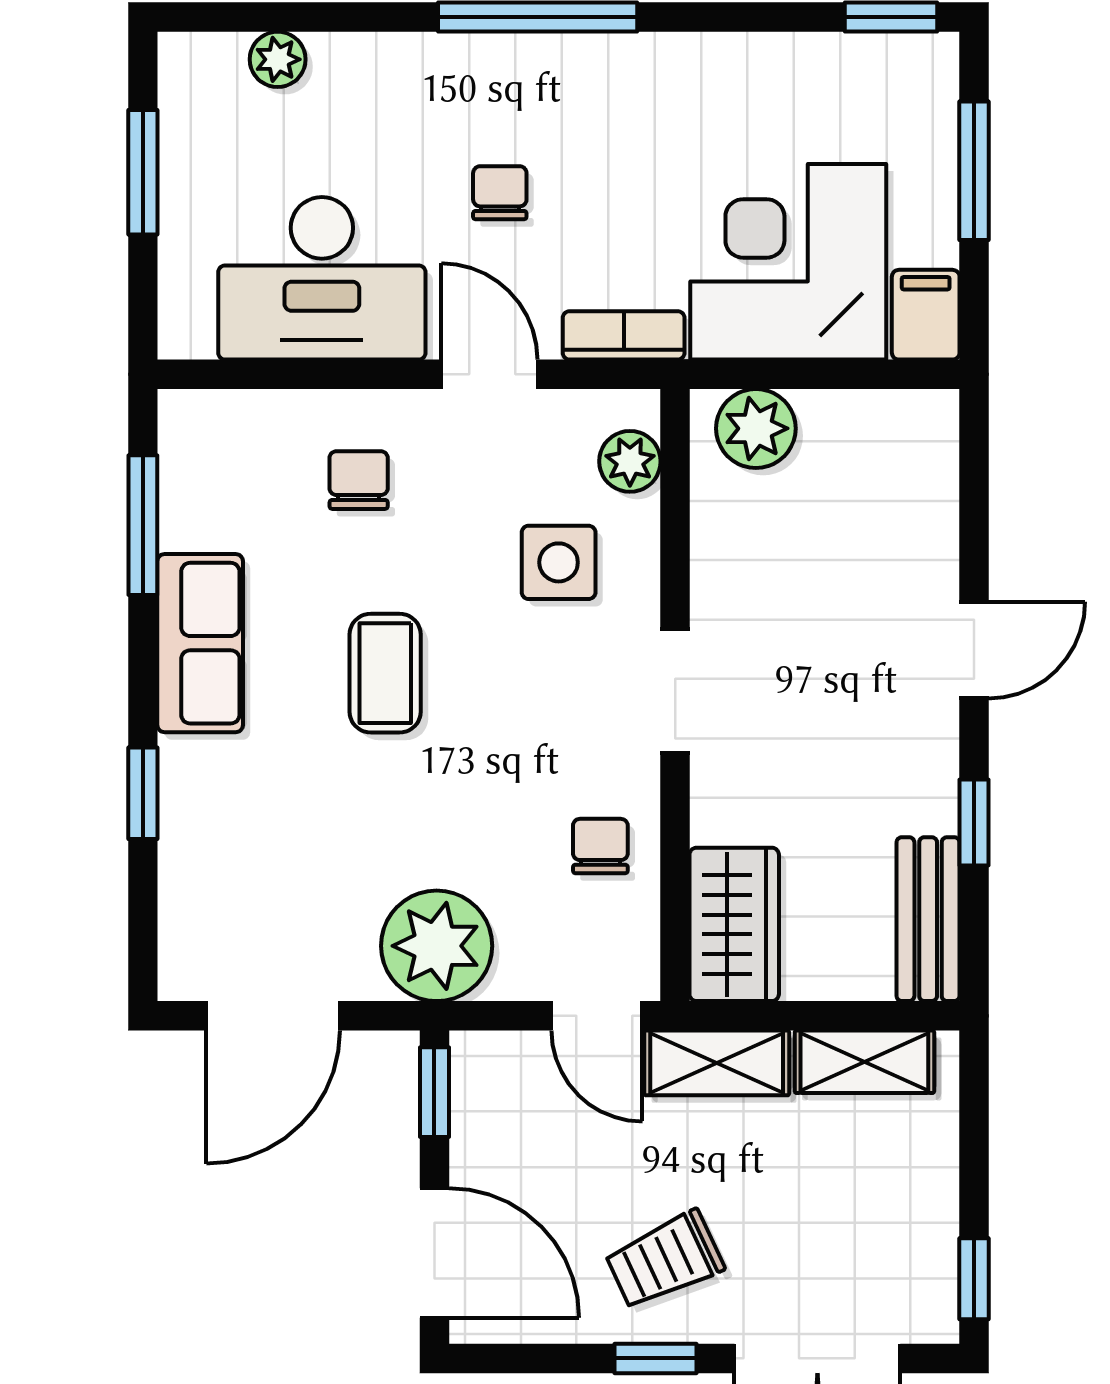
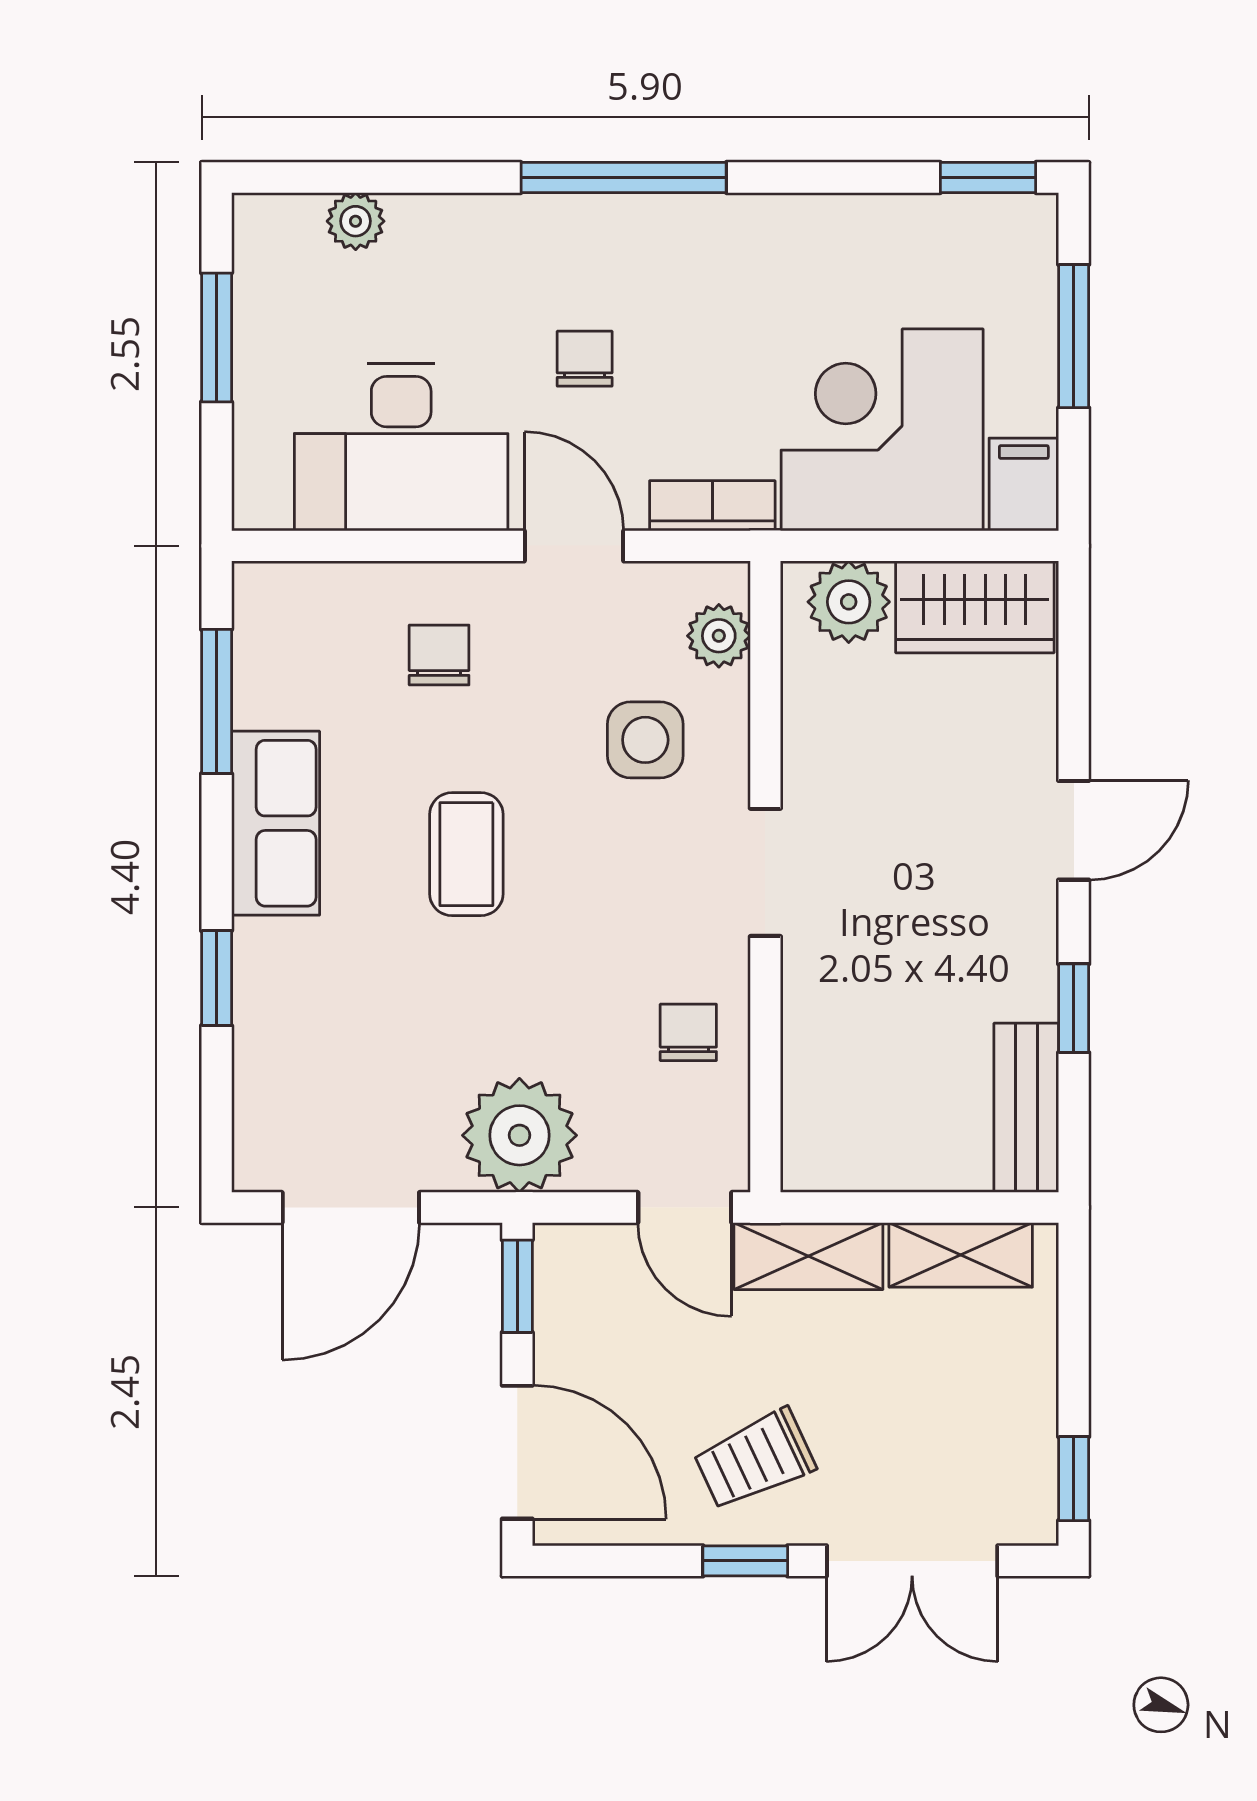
wardrobe: (734, 924) -> (975, 607), moved, turned 90

